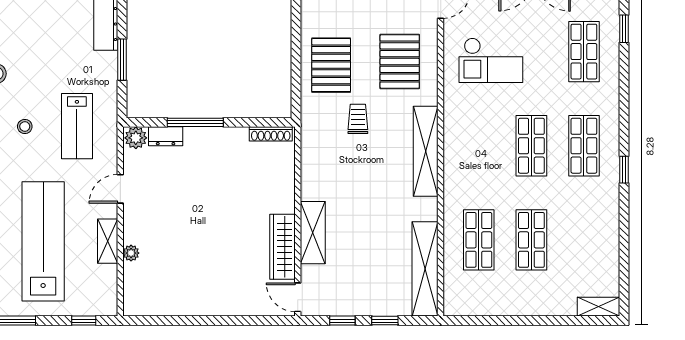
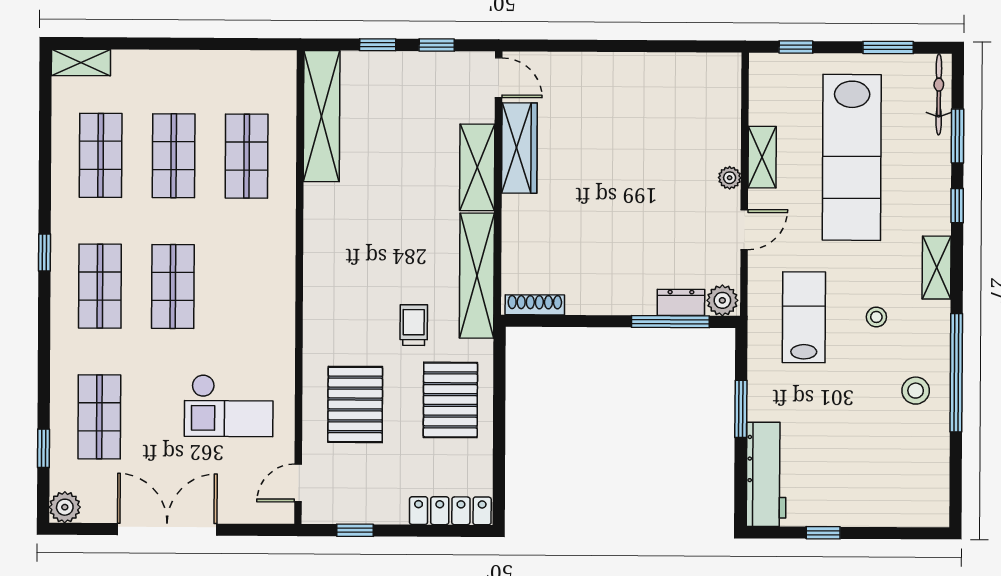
checkout: (491, 60) -> (229, 406), turned 180
trolley: (358, 119) -> (414, 325), turned 180
window: (195, 122) -> (670, 322), moved
shelving: (426, 151) -> (477, 276), moved
shop shelf: (584, 240) -> (101, 155), added
plant: (131, 253) -> (730, 178), moved

